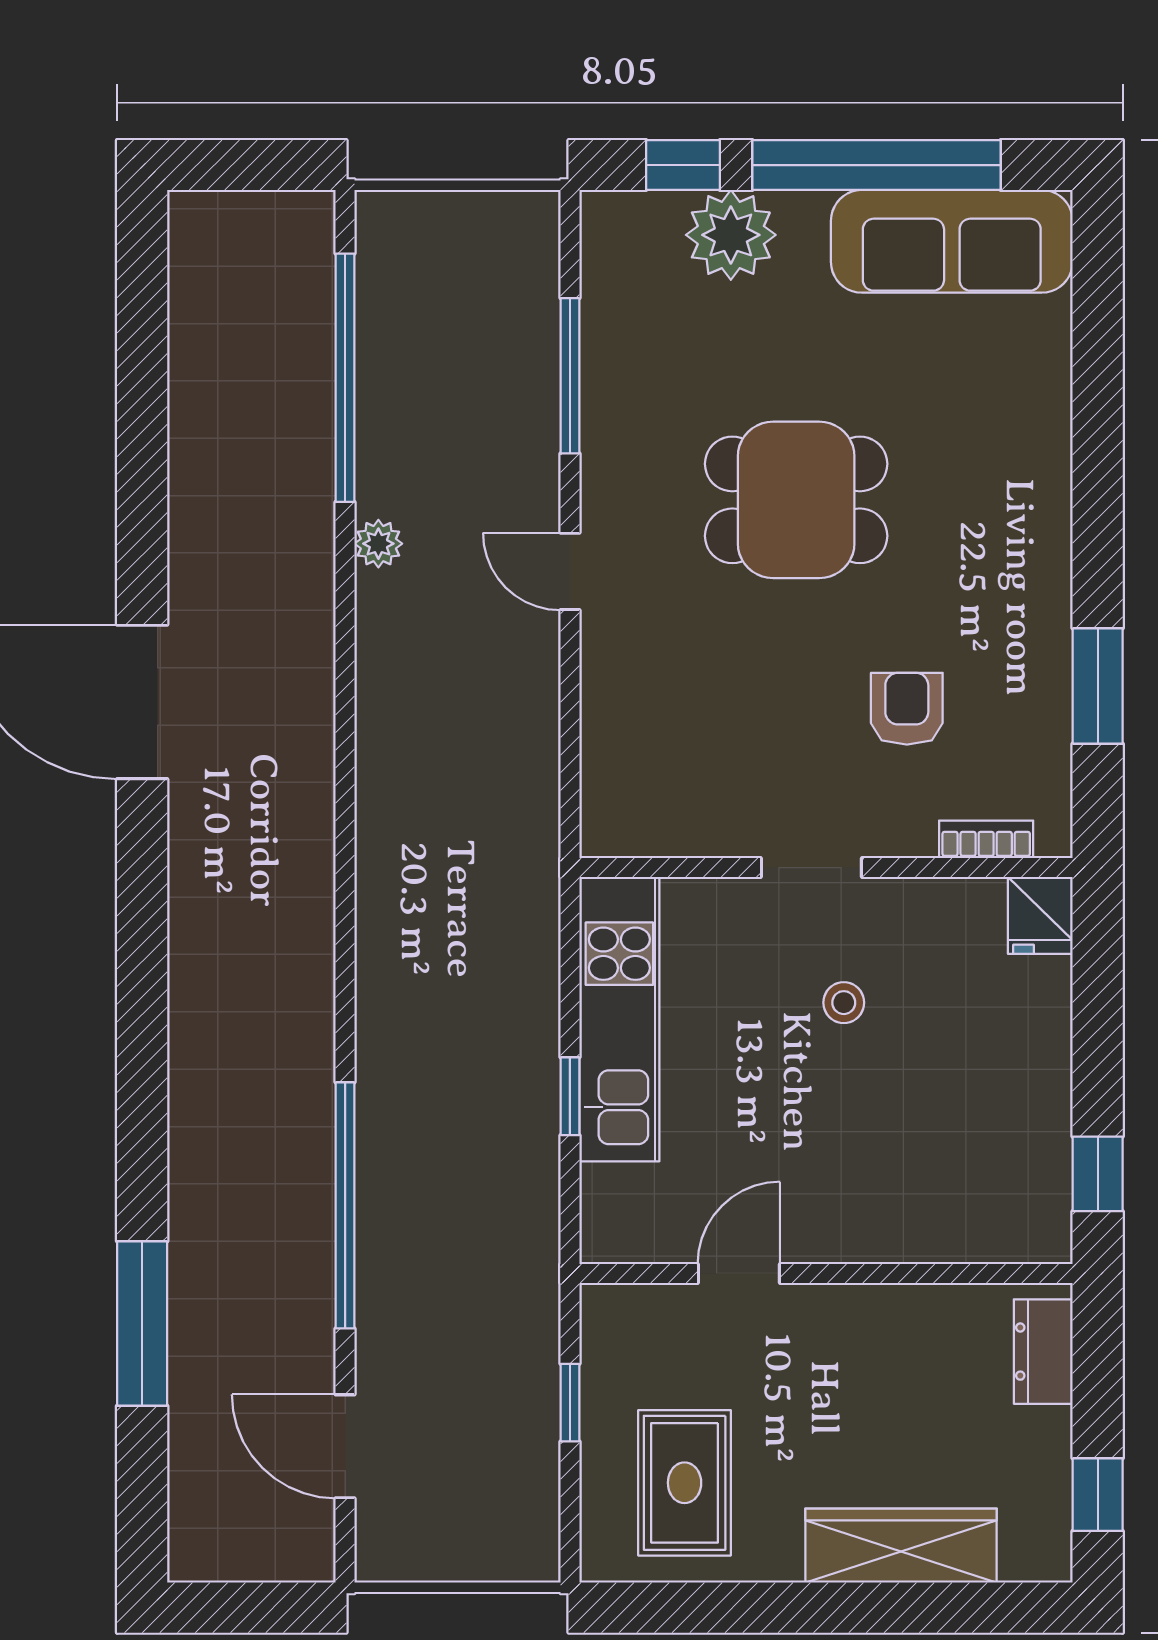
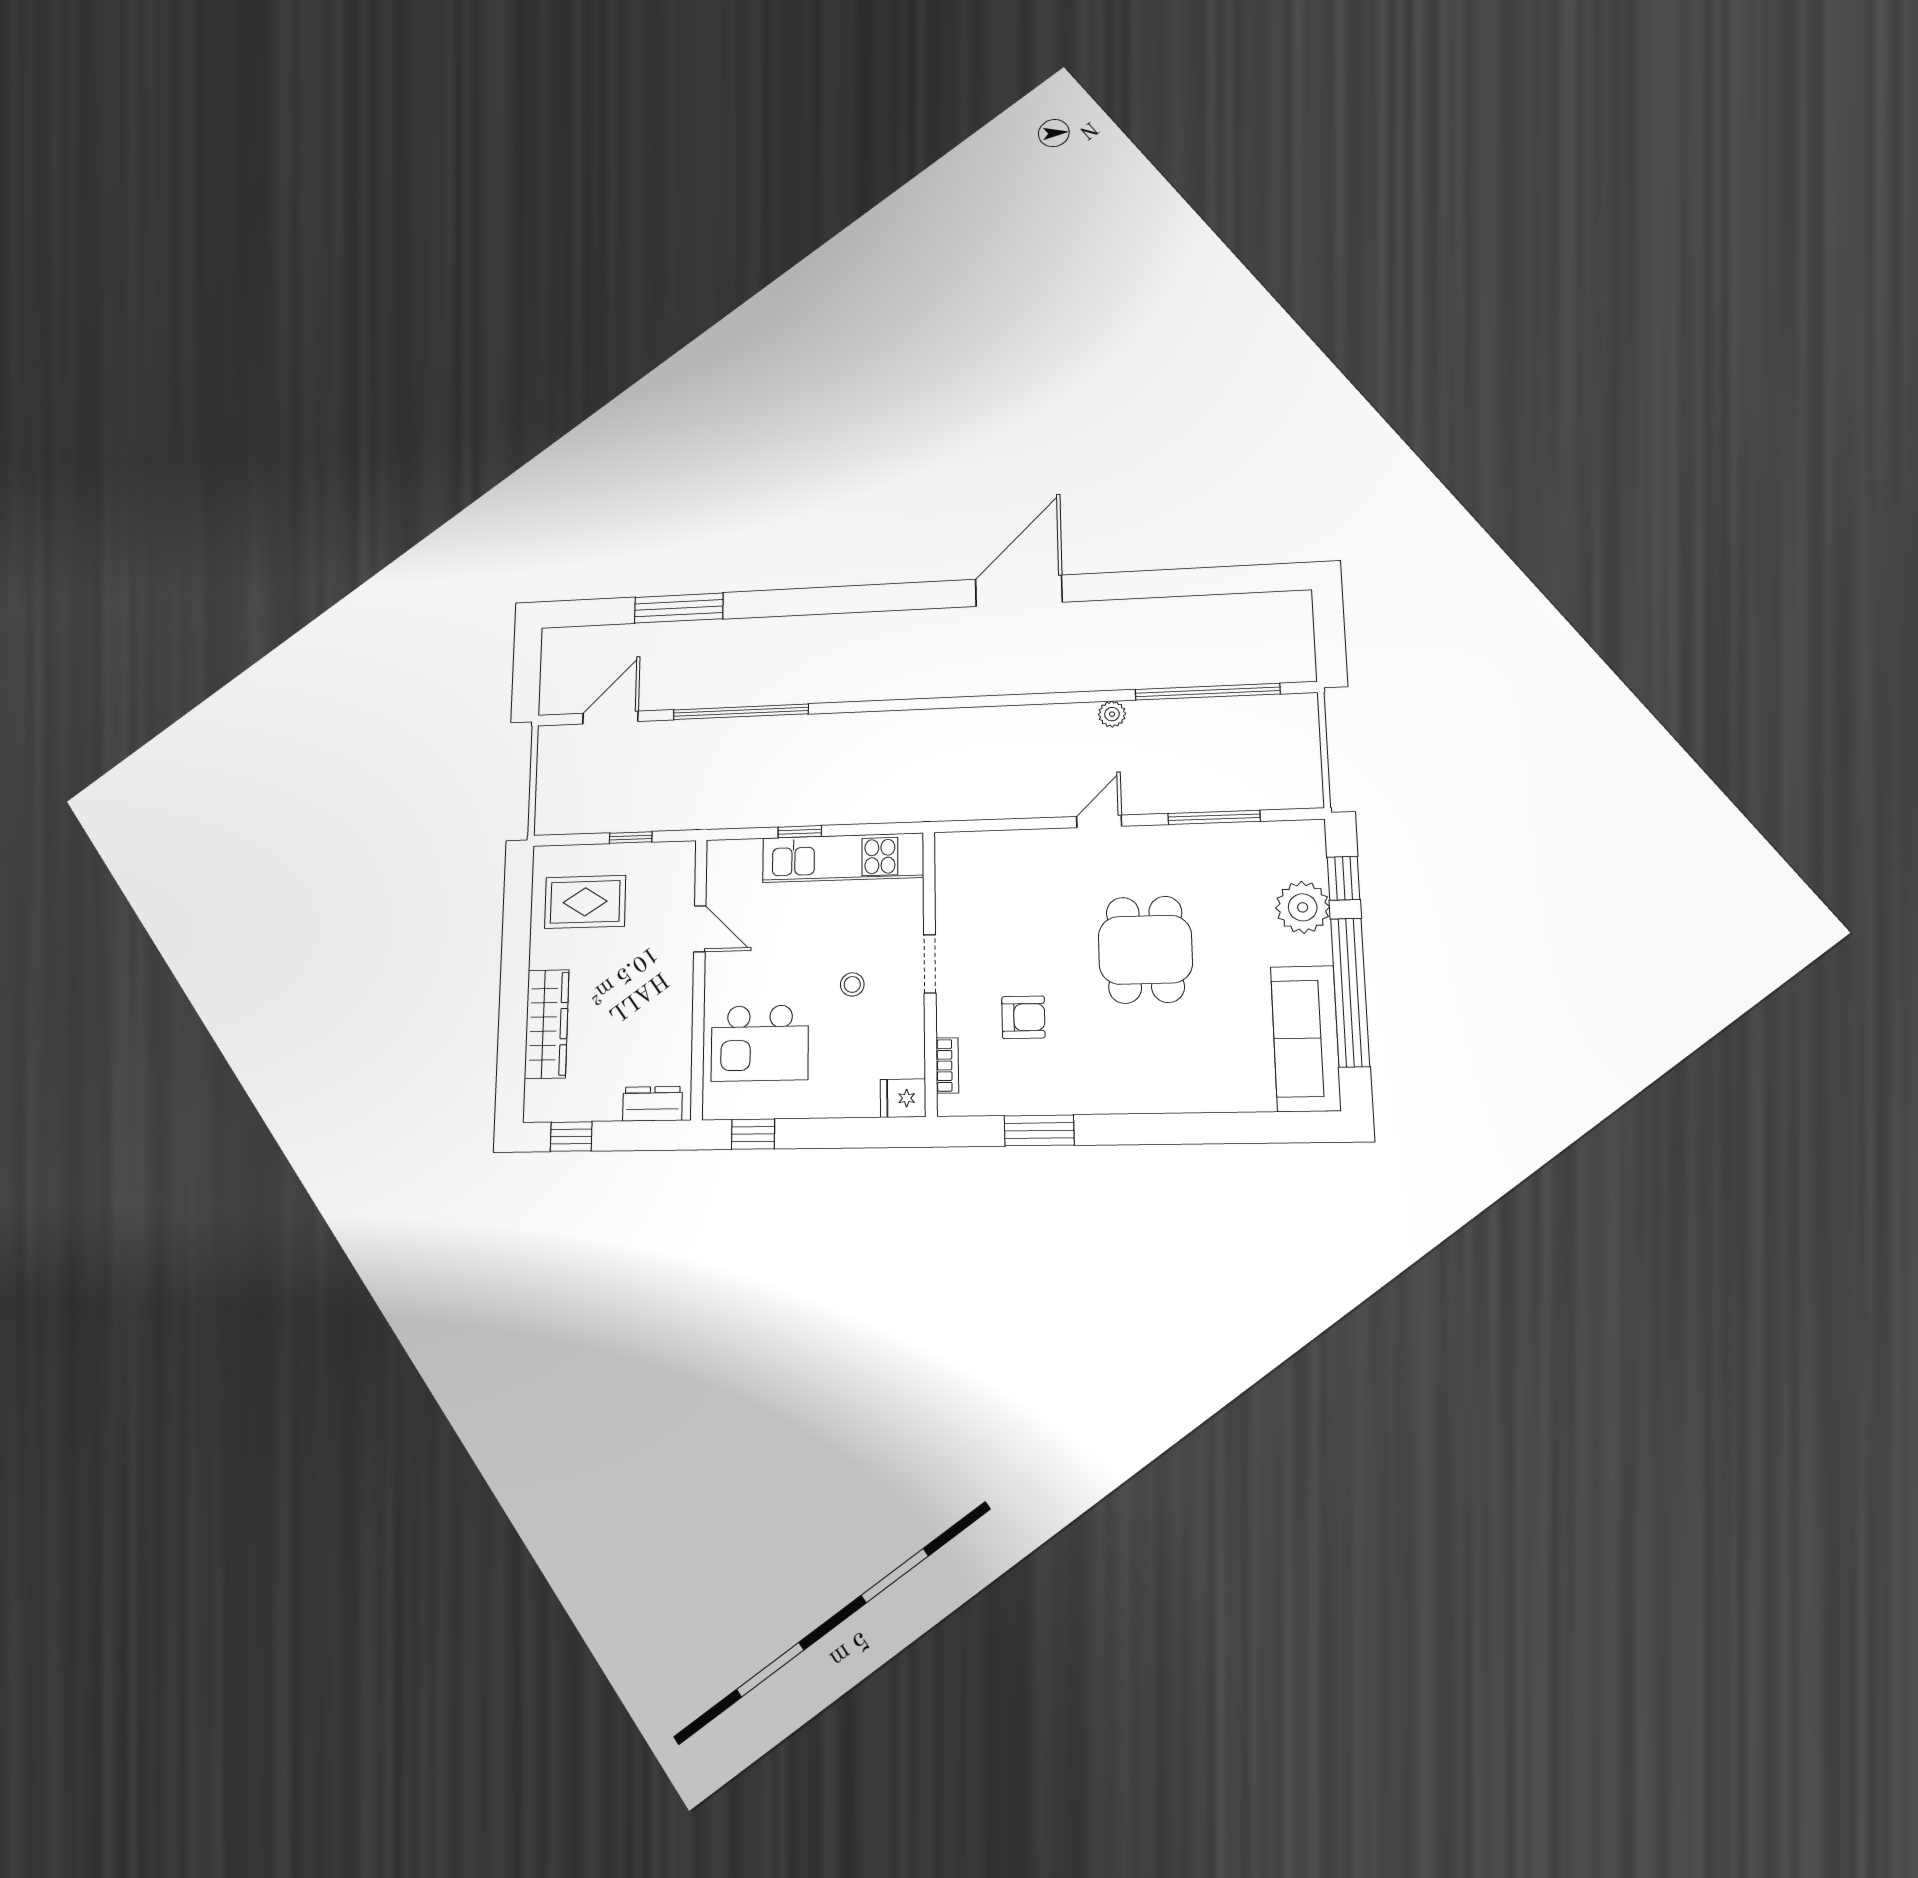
kitchen island: (942, 1164) -> (760, 1043), added

